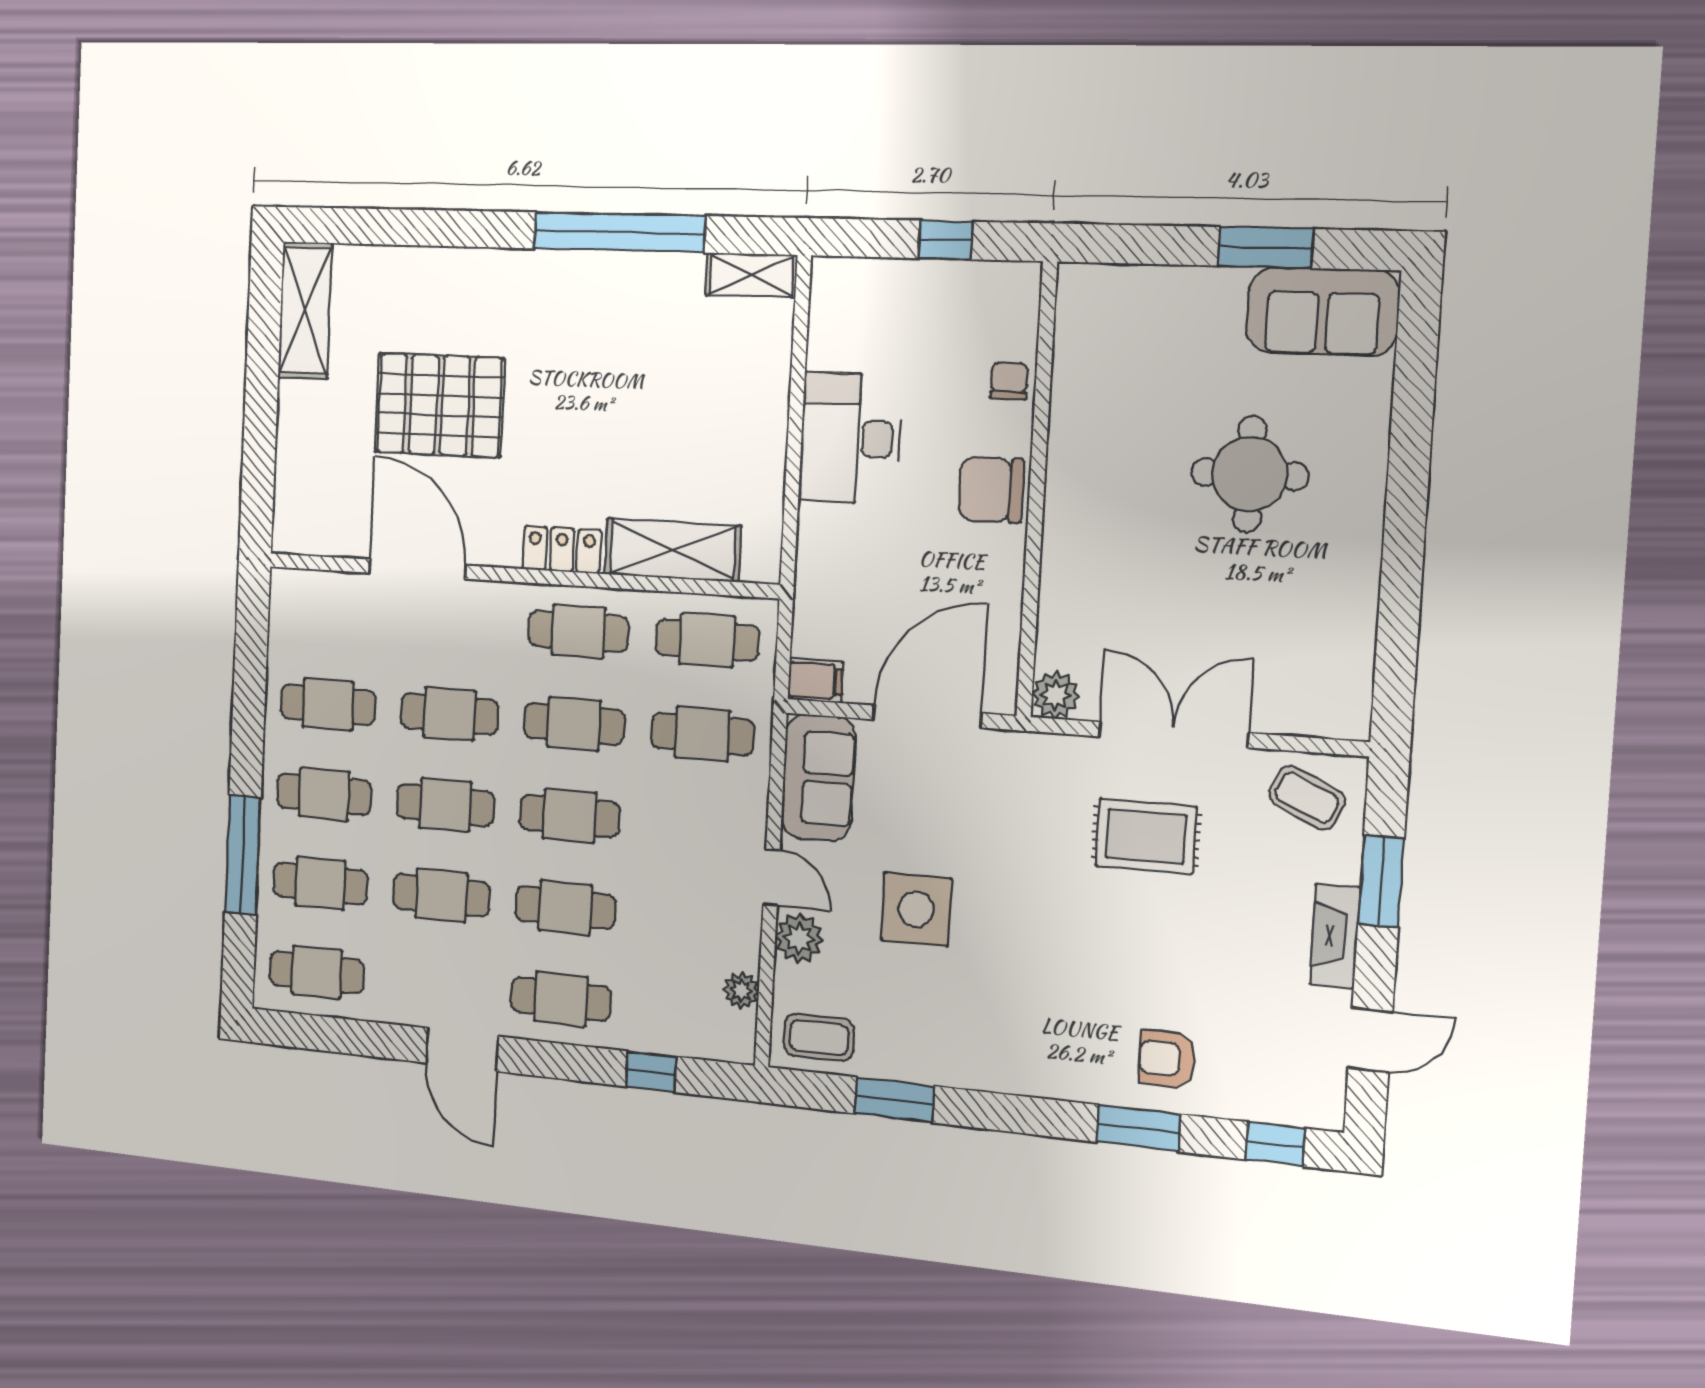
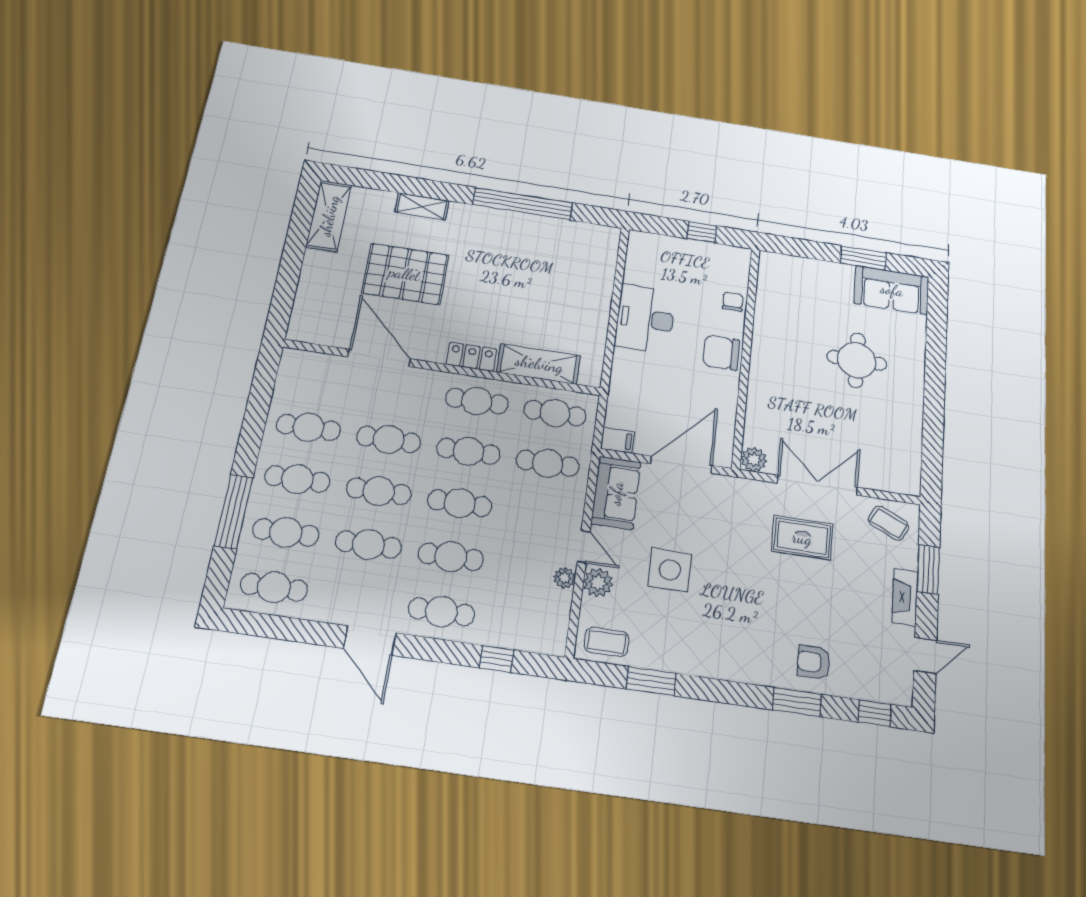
shelving: (751, 275) -> (422, 206), moved
plant: (741, 991) -> (564, 578), moved

